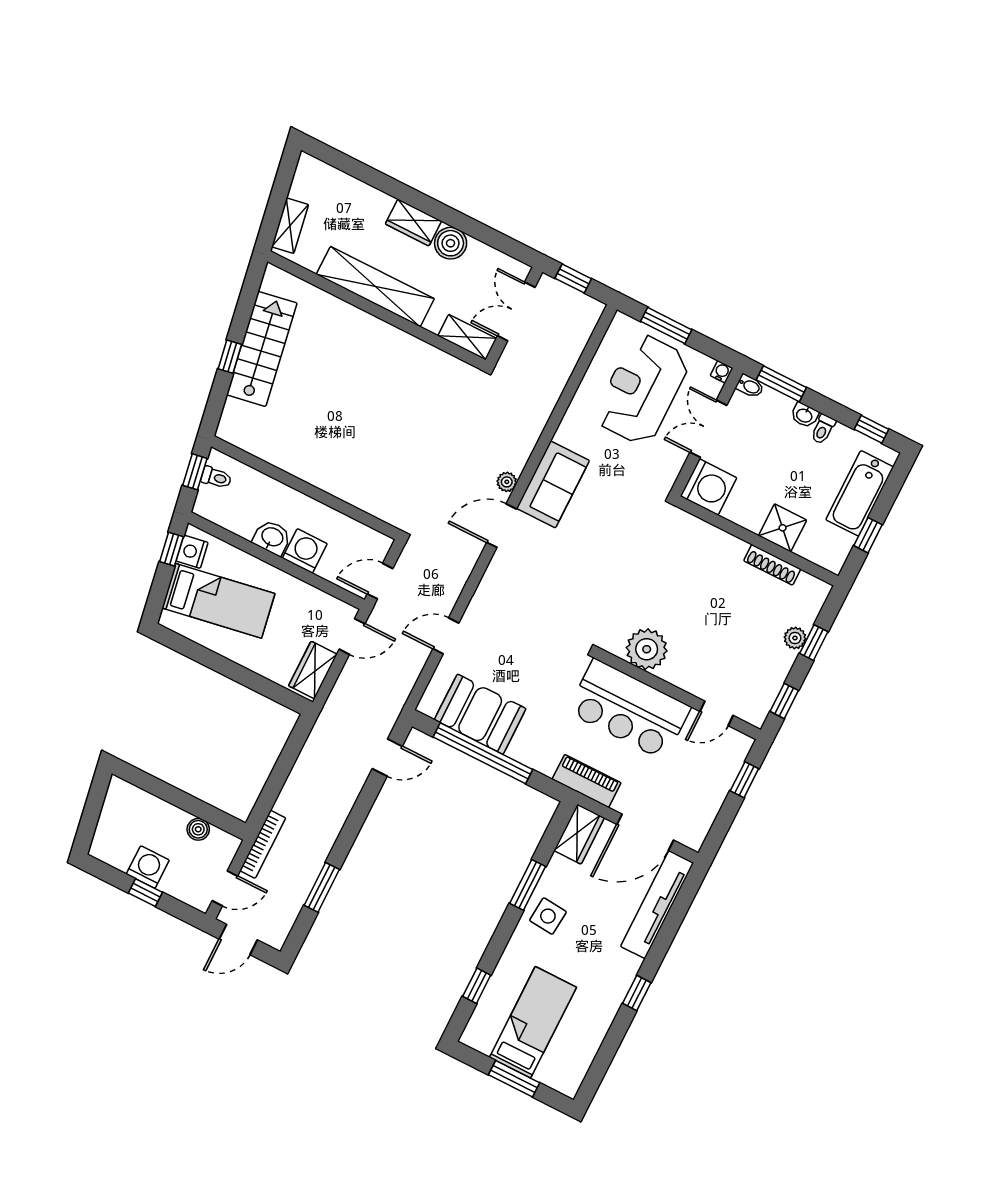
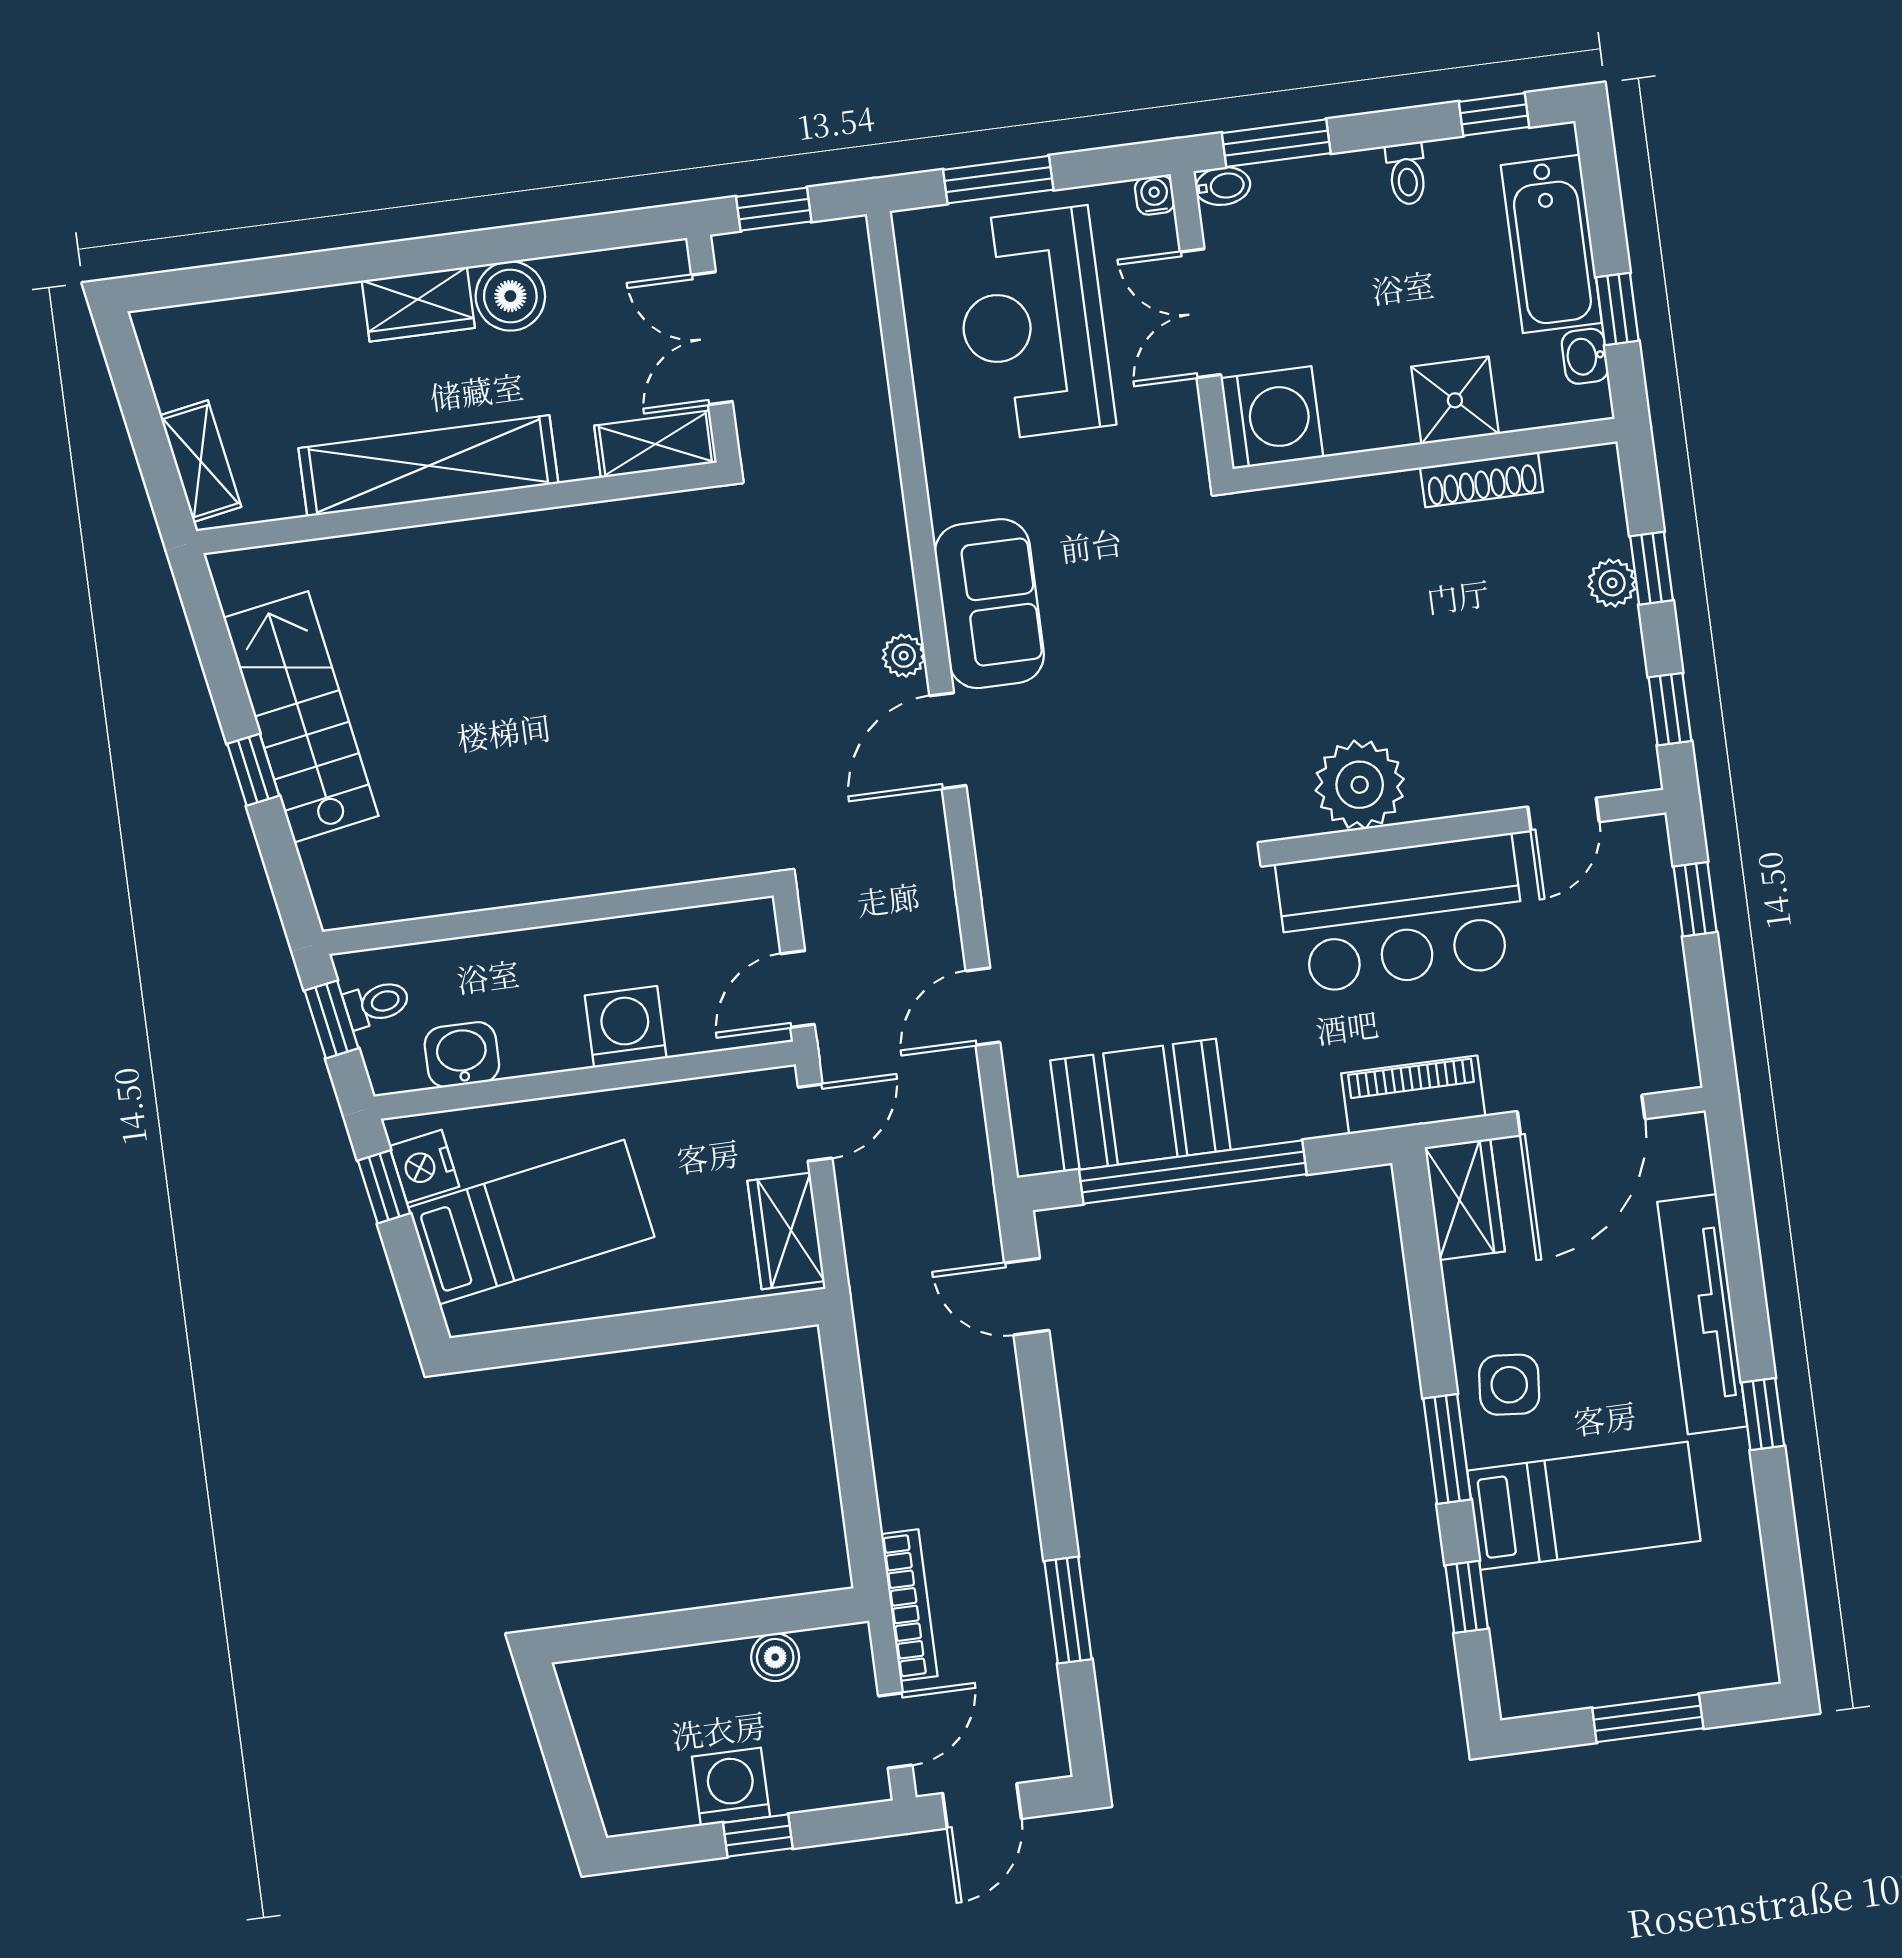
washbasin: (804, 415) -> (1585, 356), moved, turned 90
washbasin: (272, 538) -> (462, 1055), moved
door: (387, 758) -> (1027, 1297), swing flipped
window: (528, 885) -> (1447, 1449), moved
tv unit: (657, 905) -> (1702, 1314), moved
bed: (533, 1022) -> (1584, 1506), moved, turned 90

